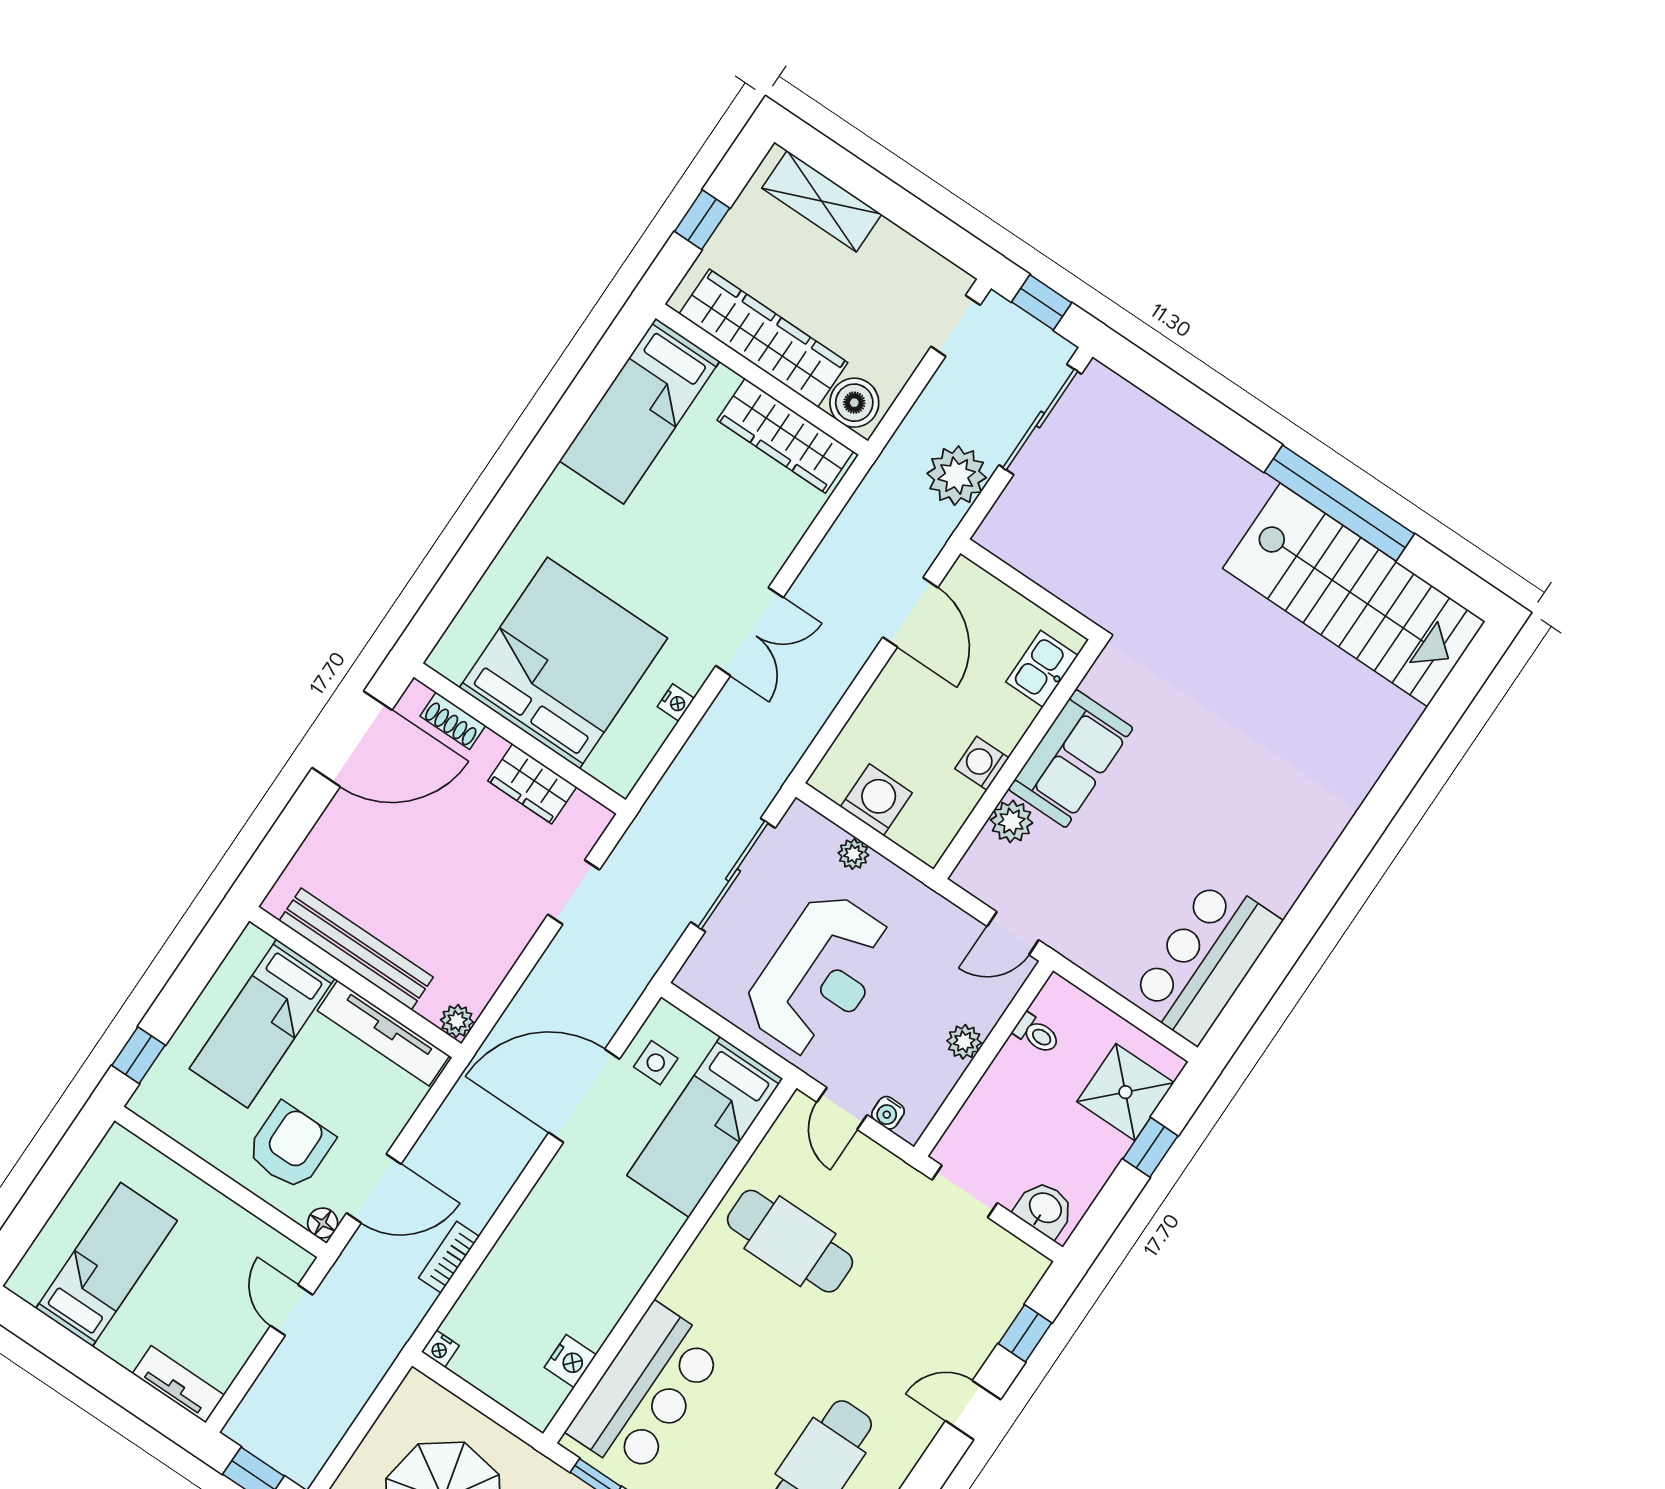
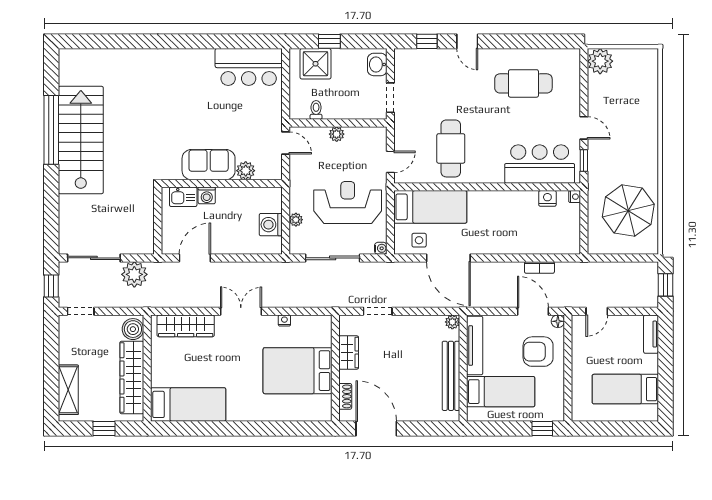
wardrobe: (785, 436) -> (186, 326), moved, turned 90
stairs: (1354, 595) -> (81, 140), moved
bed: (563, 663) -> (297, 371), width x0.73
washing machine: (982, 763) -> (207, 195), moved
water cooler: (888, 1113) -> (381, 248), moved
nightstand: (440, 1349) -> (575, 197), moved

